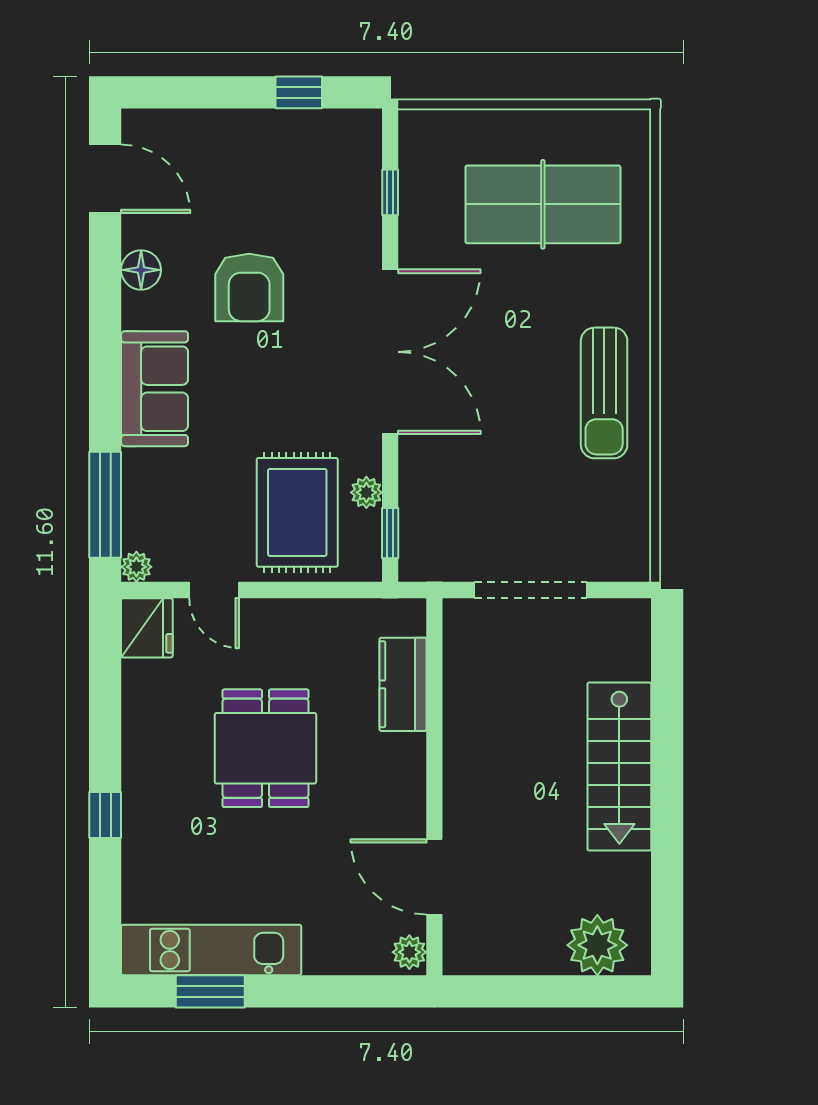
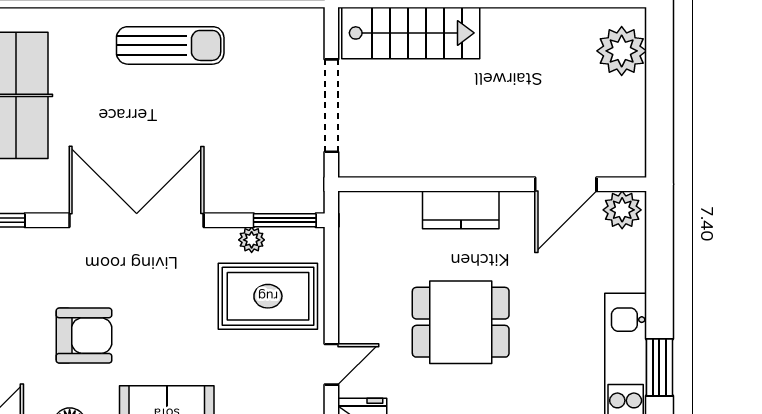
window: (390, 533) -> (285, 220), width x1.50
kitchen counter: (403, 684) -> (461, 210), moved
stairs: (619, 767) -> (411, 33), moved
plant: (409, 952) -> (622, 210), width x1.38, depth x1.38

